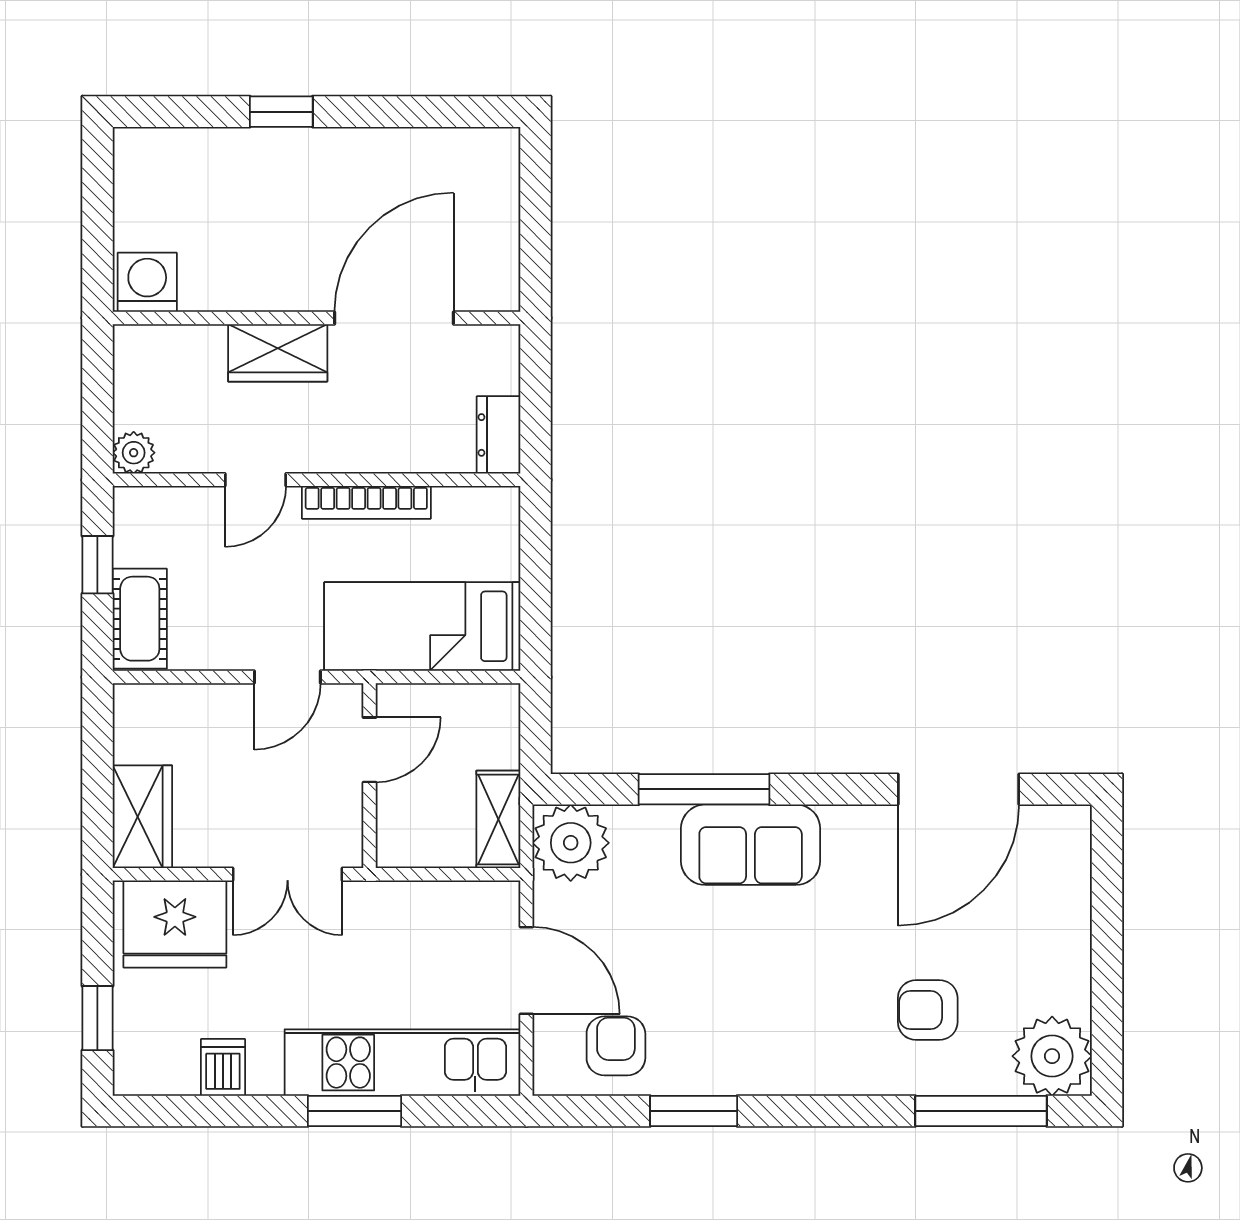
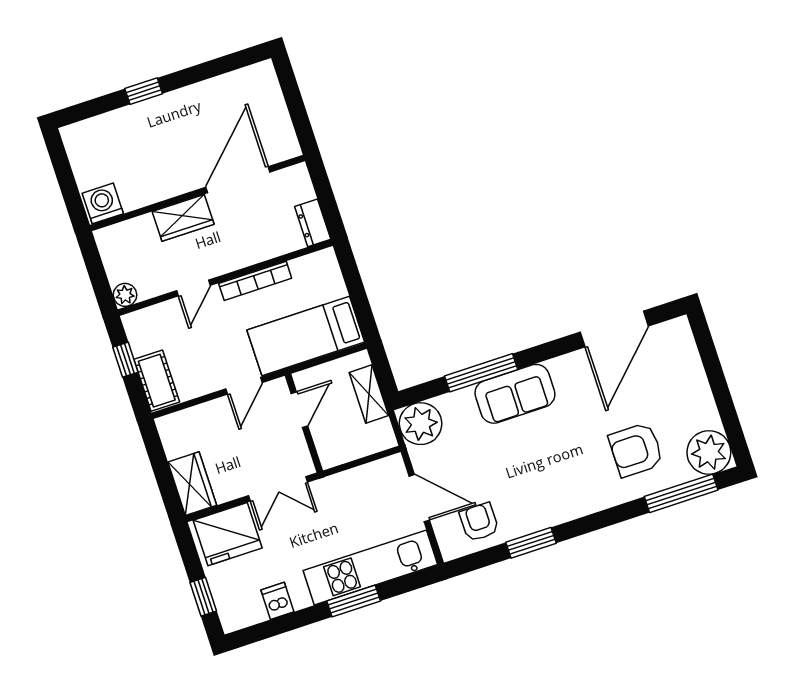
shelving: (498, 819) -> (369, 394), moved
armchair: (928, 1010) -> (636, 450), width x1.38, depth x1.38

